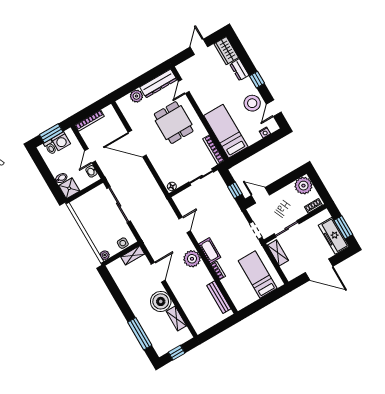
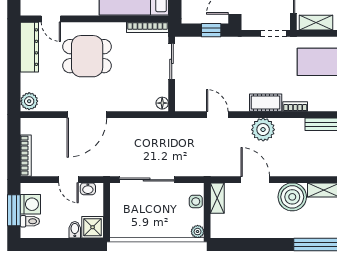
plant: (136, 96) -> (29, 101), moved

